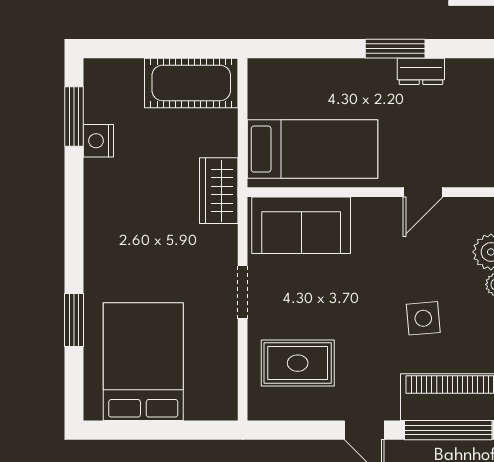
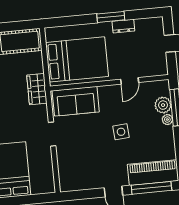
bed: (312, 149) -> (77, 59), width x1.50
side table: (423, 318) -> (121, 132), moved
rug: (298, 363) -> (80, 164), removed

